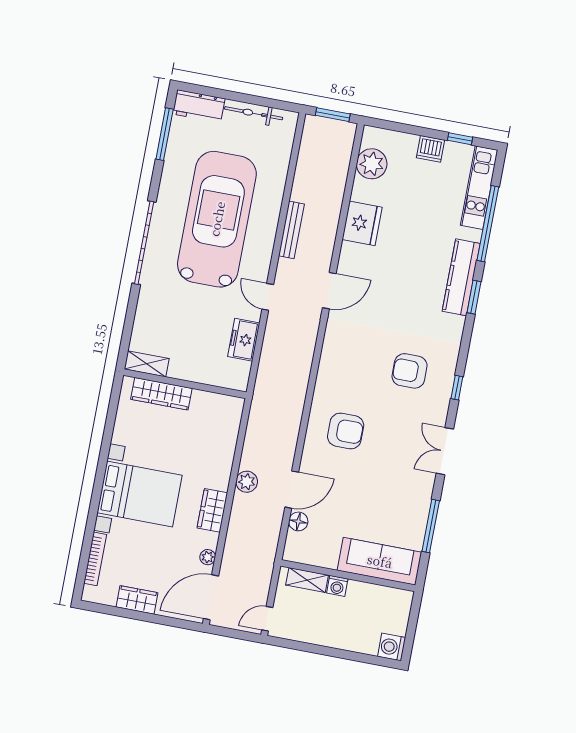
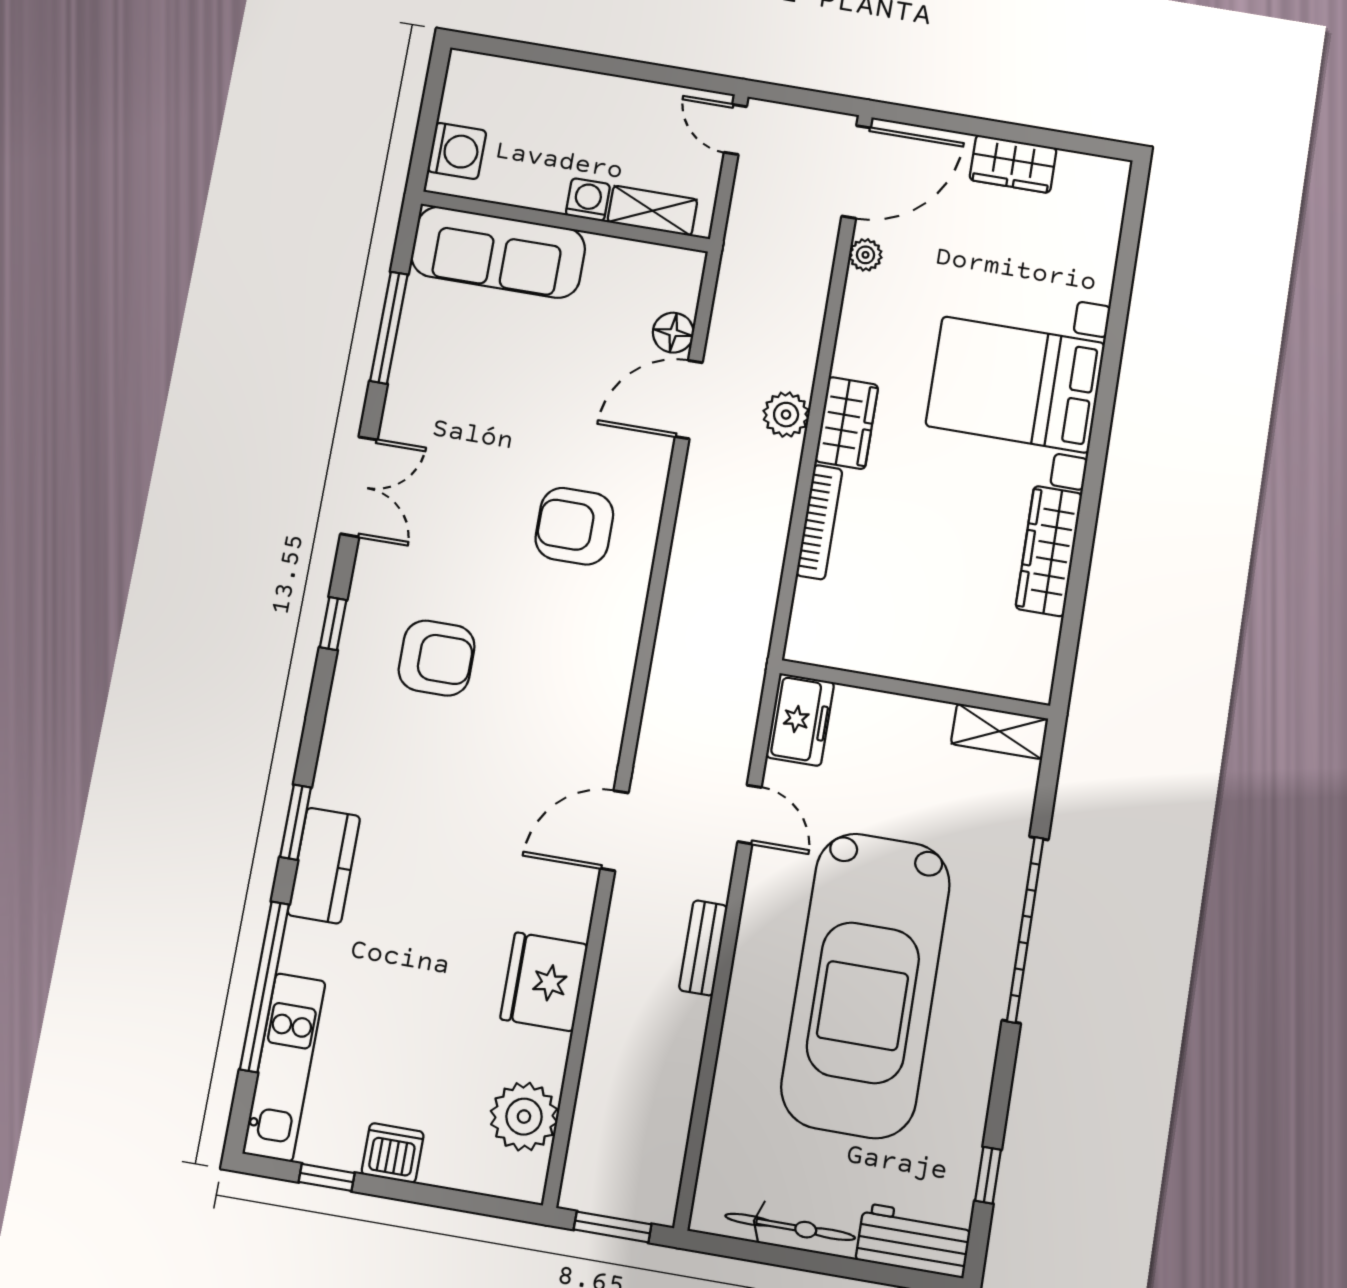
window: (165, 134) -> (988, 1175), width x0.46
bench: (291, 230) -> (703, 948), width x0.73
kitchen counter: (461, 277) -> (324, 866), width x0.67
shelving: (147, 364) -> (1000, 731), moved
wall: (185, 384) -> (915, 689), moved
wardrobe: (161, 394) -> (1049, 551), moved, turned -90
wardrobe: (212, 510) -> (847, 423), moved
bookcase: (95, 559) -> (819, 522), moved, turned 180
door: (267, 619) -> (735, 130), swing flipped
washing machine: (392, 647) -> (457, 151), moved

